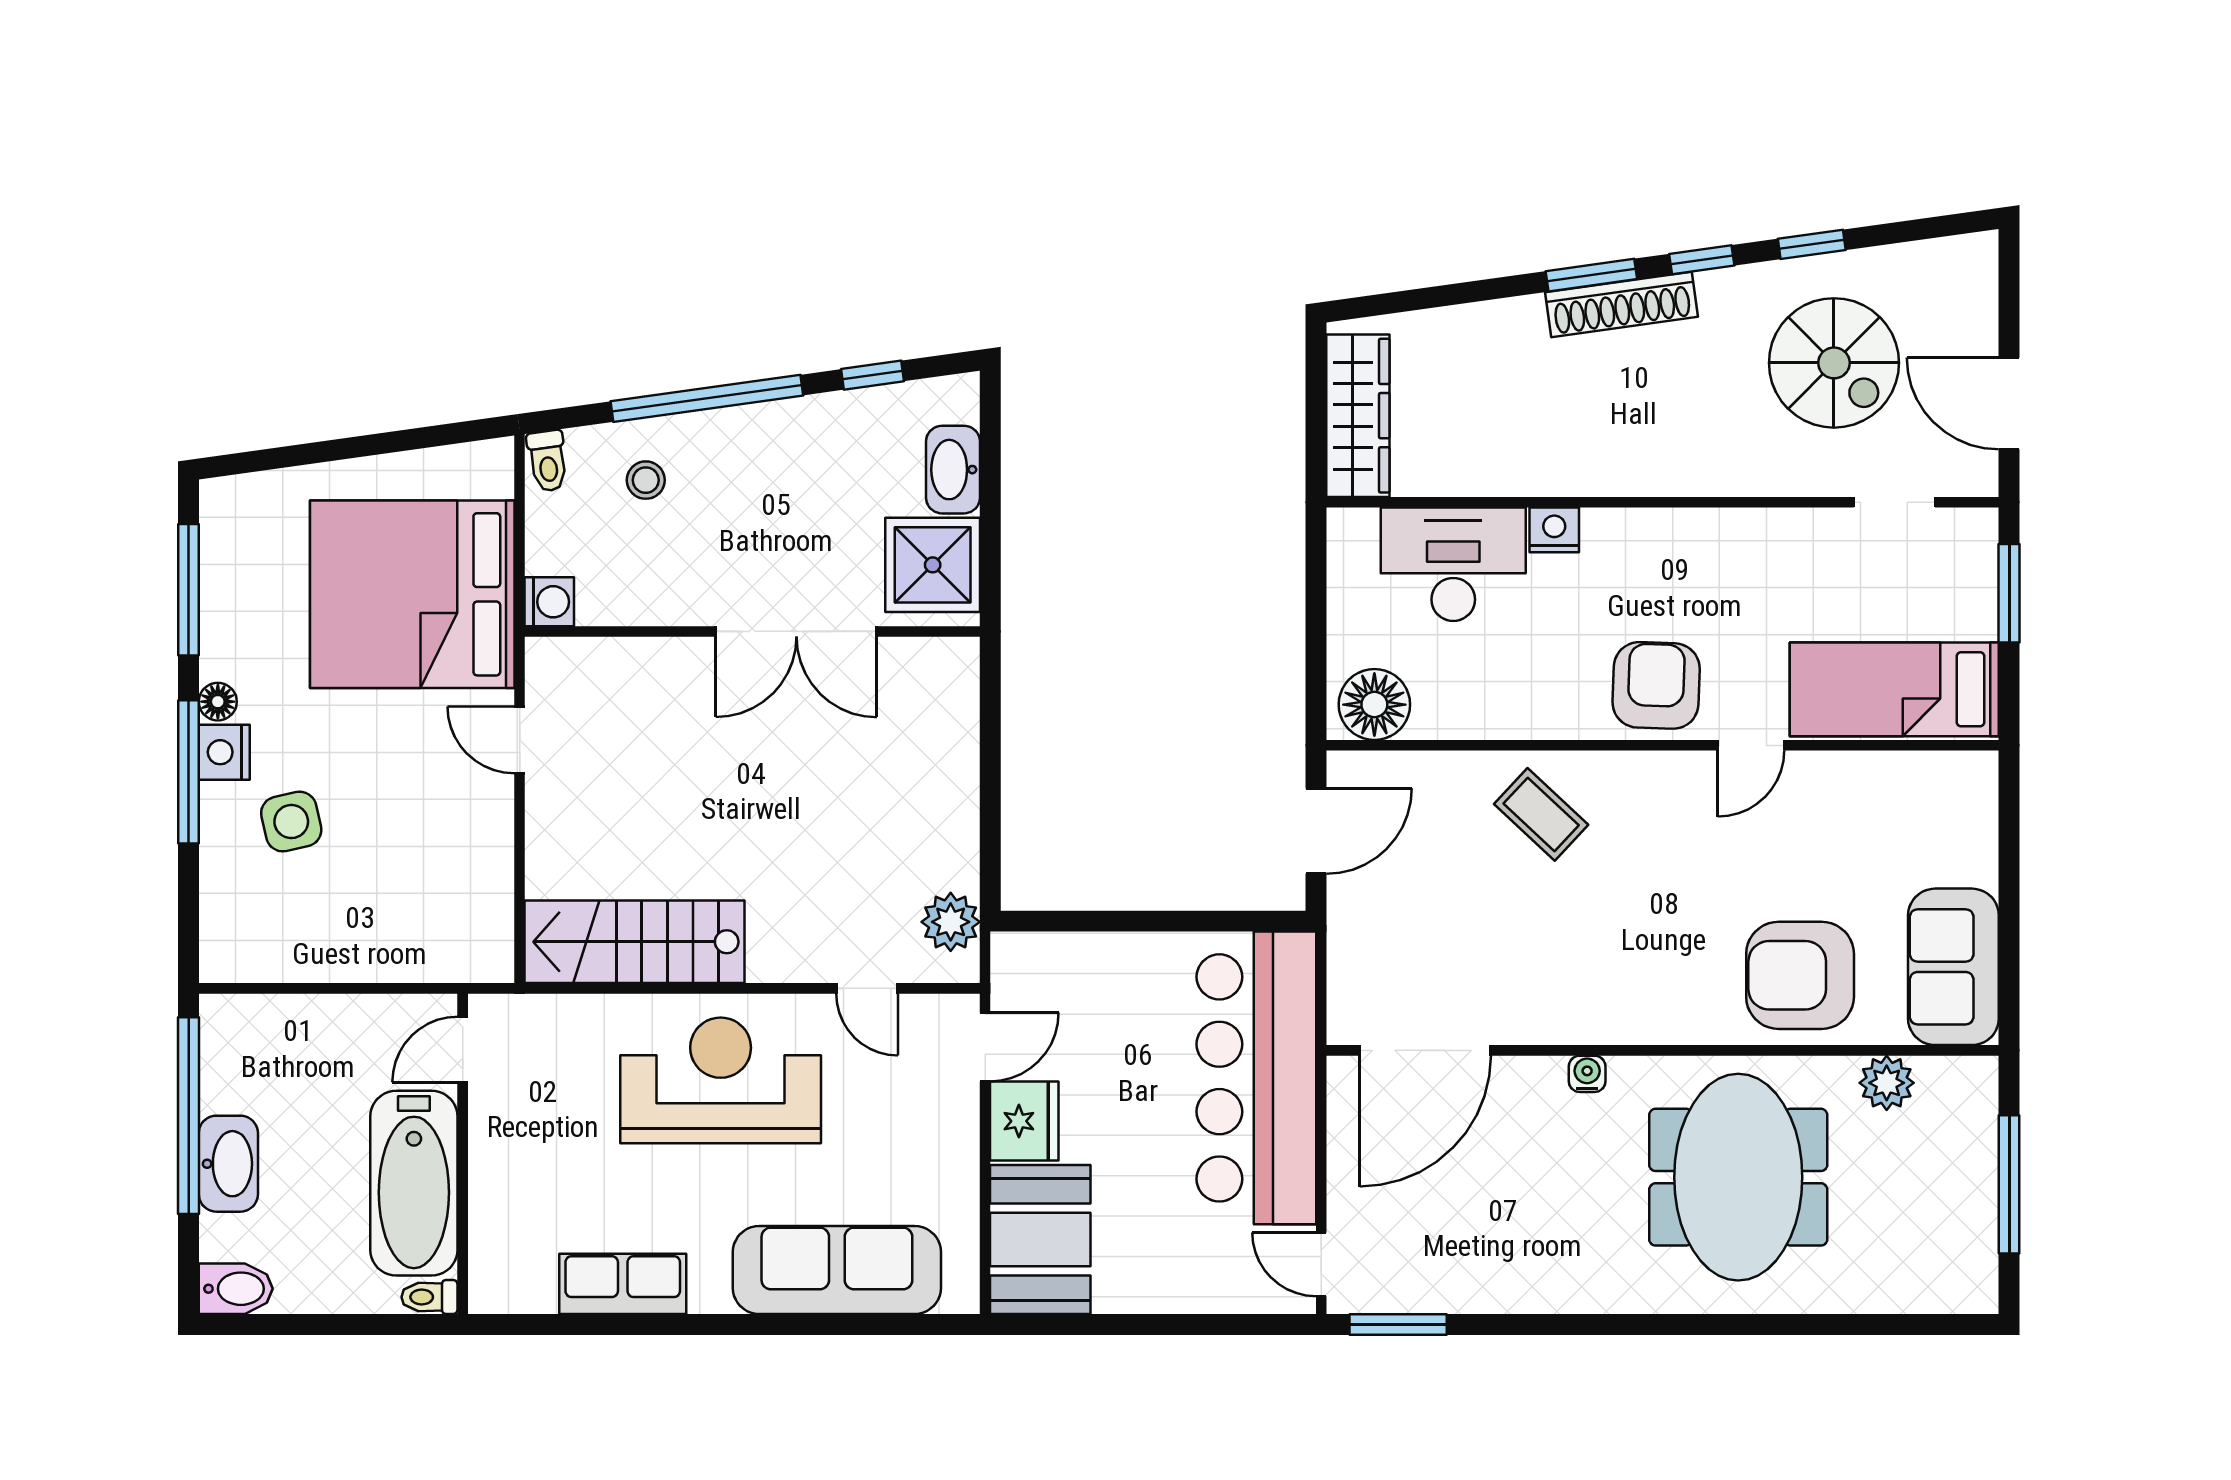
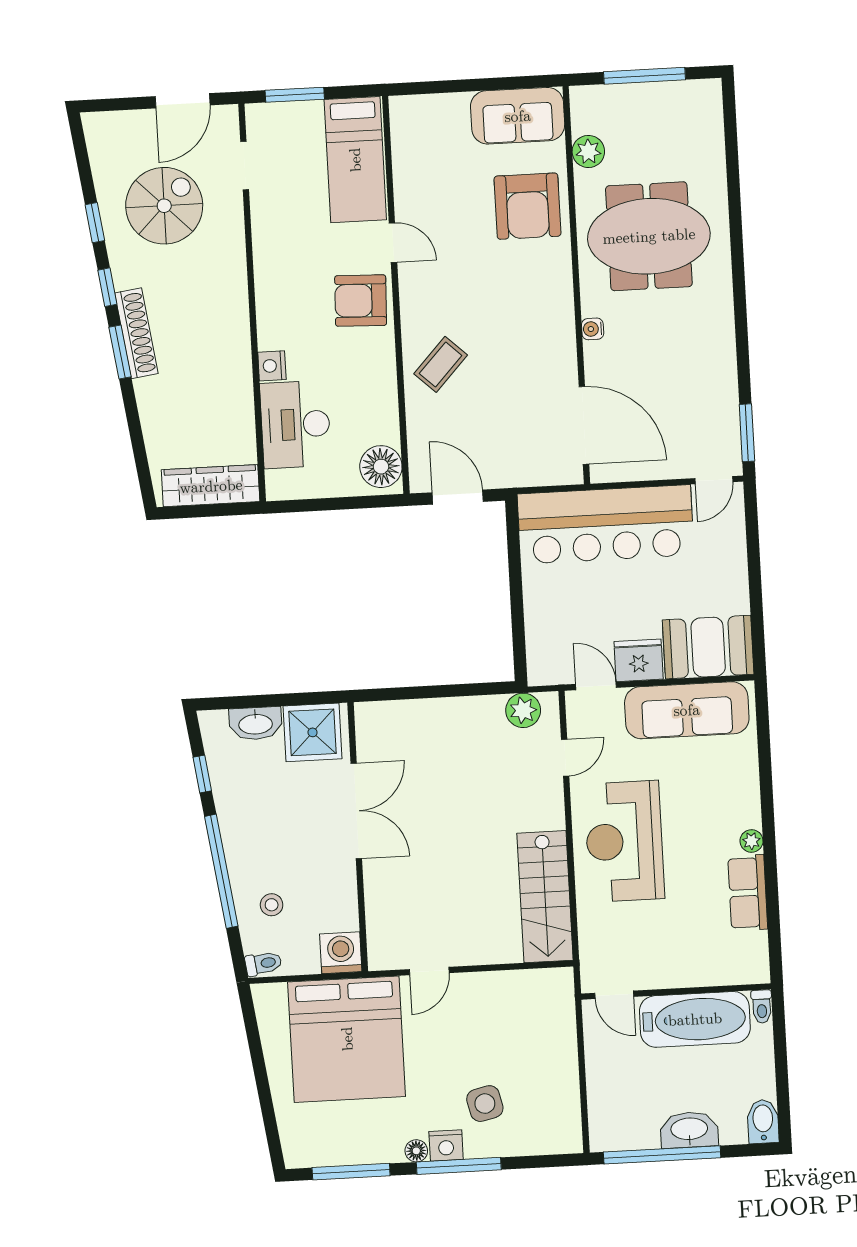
washing machine: (549, 602) -> (341, 953), width x1.38, depth x1.38
sofa: (837, 1270) -> (687, 710), moved, turned -90
plant: (709, 1295) -> (751, 841), added

